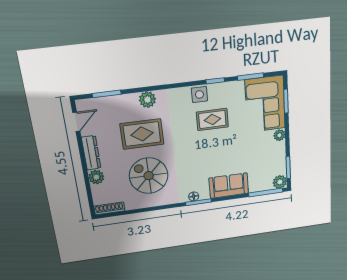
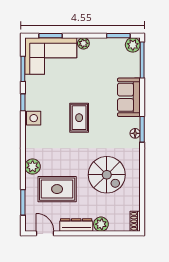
rug: (212, 119) -> (79, 118), moved
rug: (142, 134) -> (57, 189), moved, turned 90
spiral stairs: (149, 176) -> (107, 175), turned -90
shoe rack: (109, 208) -> (135, 221), width x0.70

